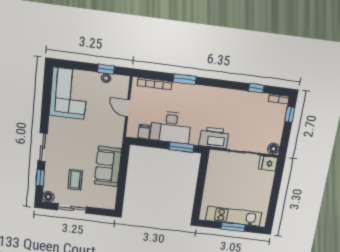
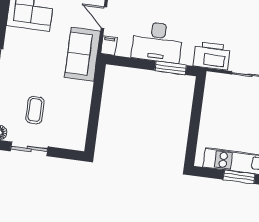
filing cabinet: (144, 132) -> (109, 45), moved
sofa: (108, 166) -> (83, 54), moved

